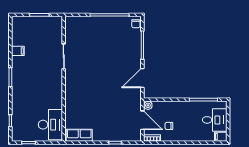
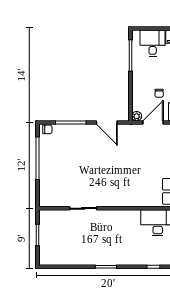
filing cabinet: (18, 51) -> (77, 258), removed

